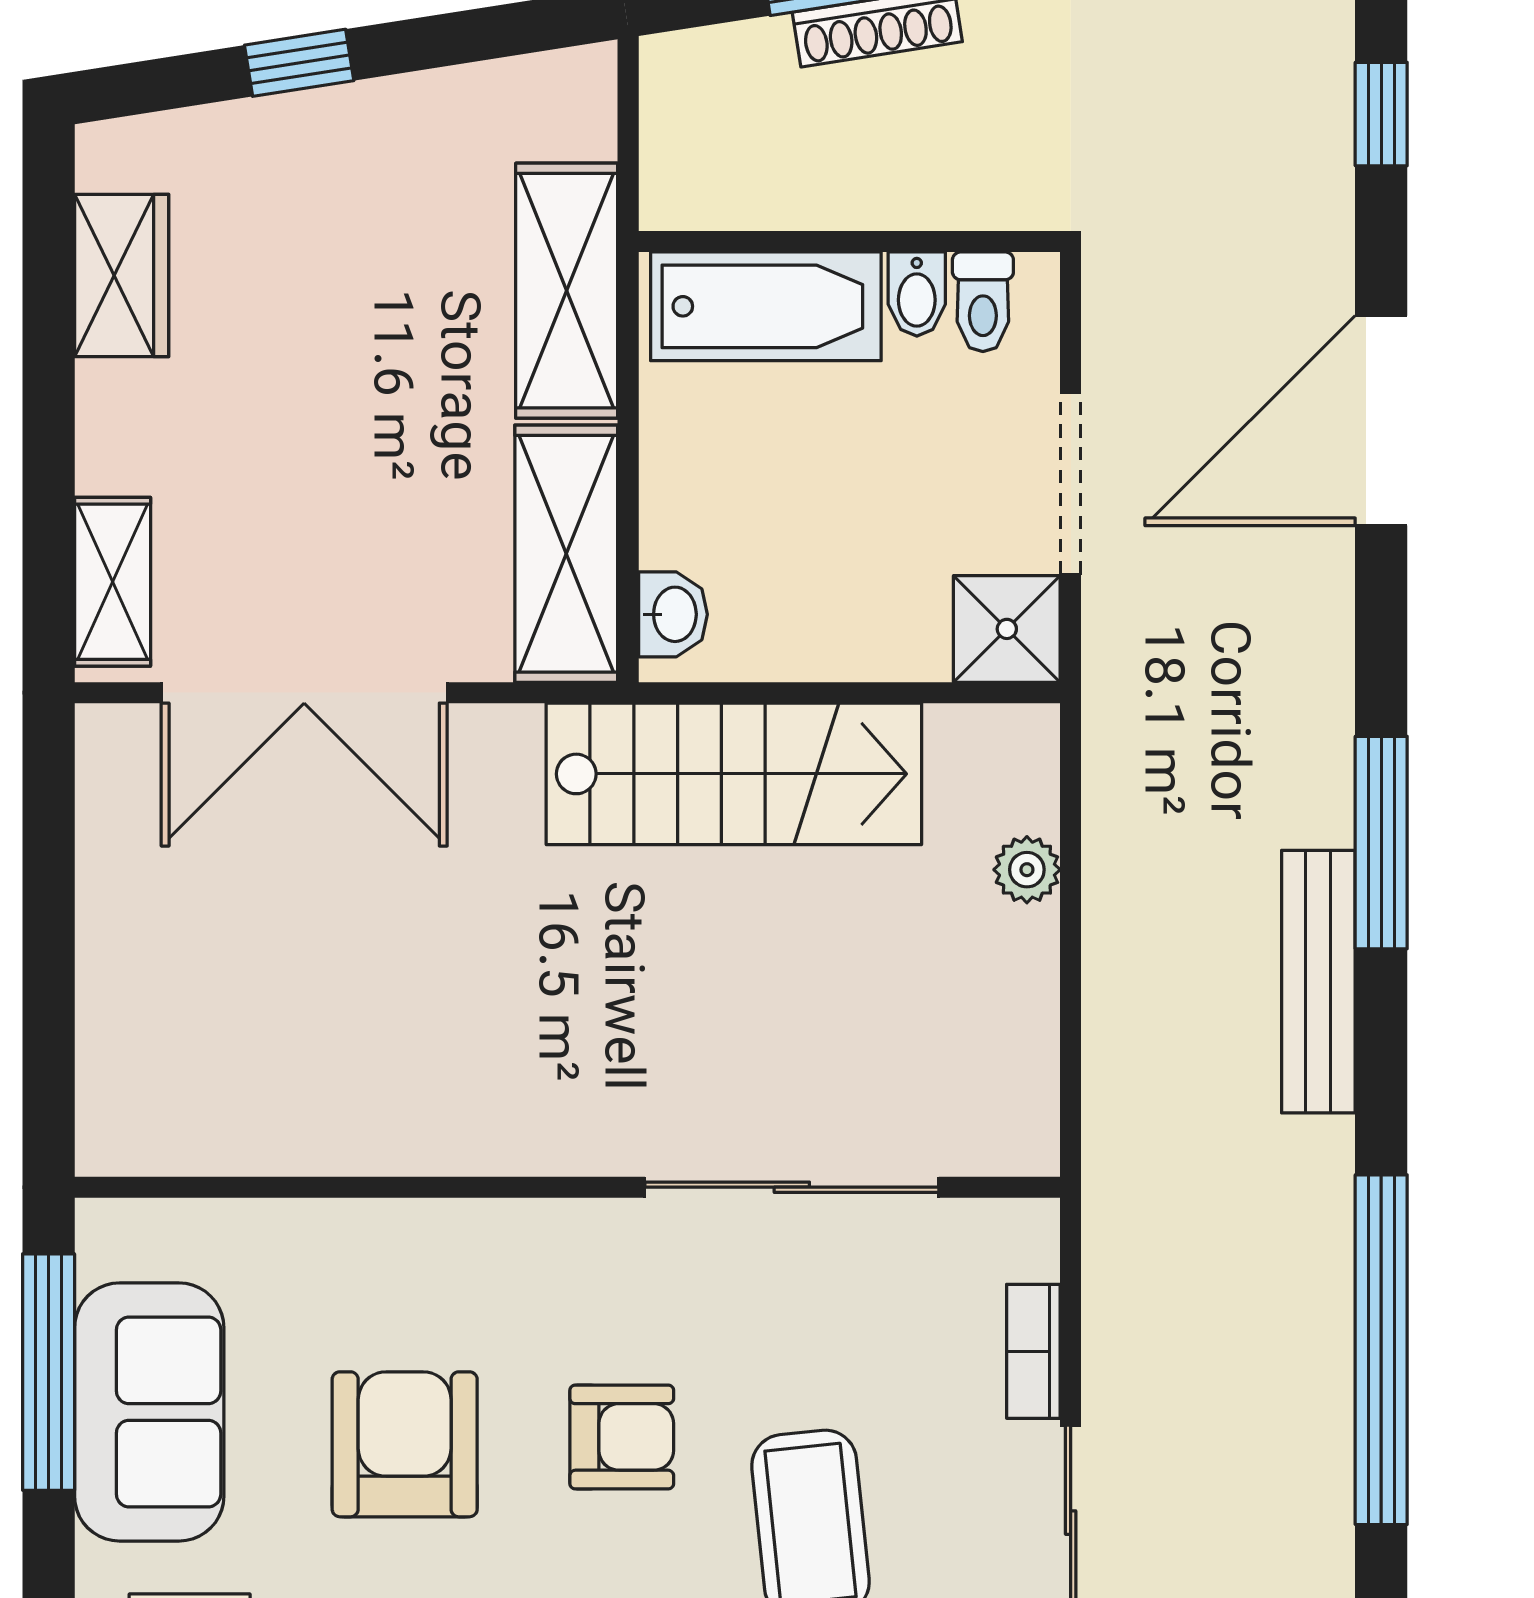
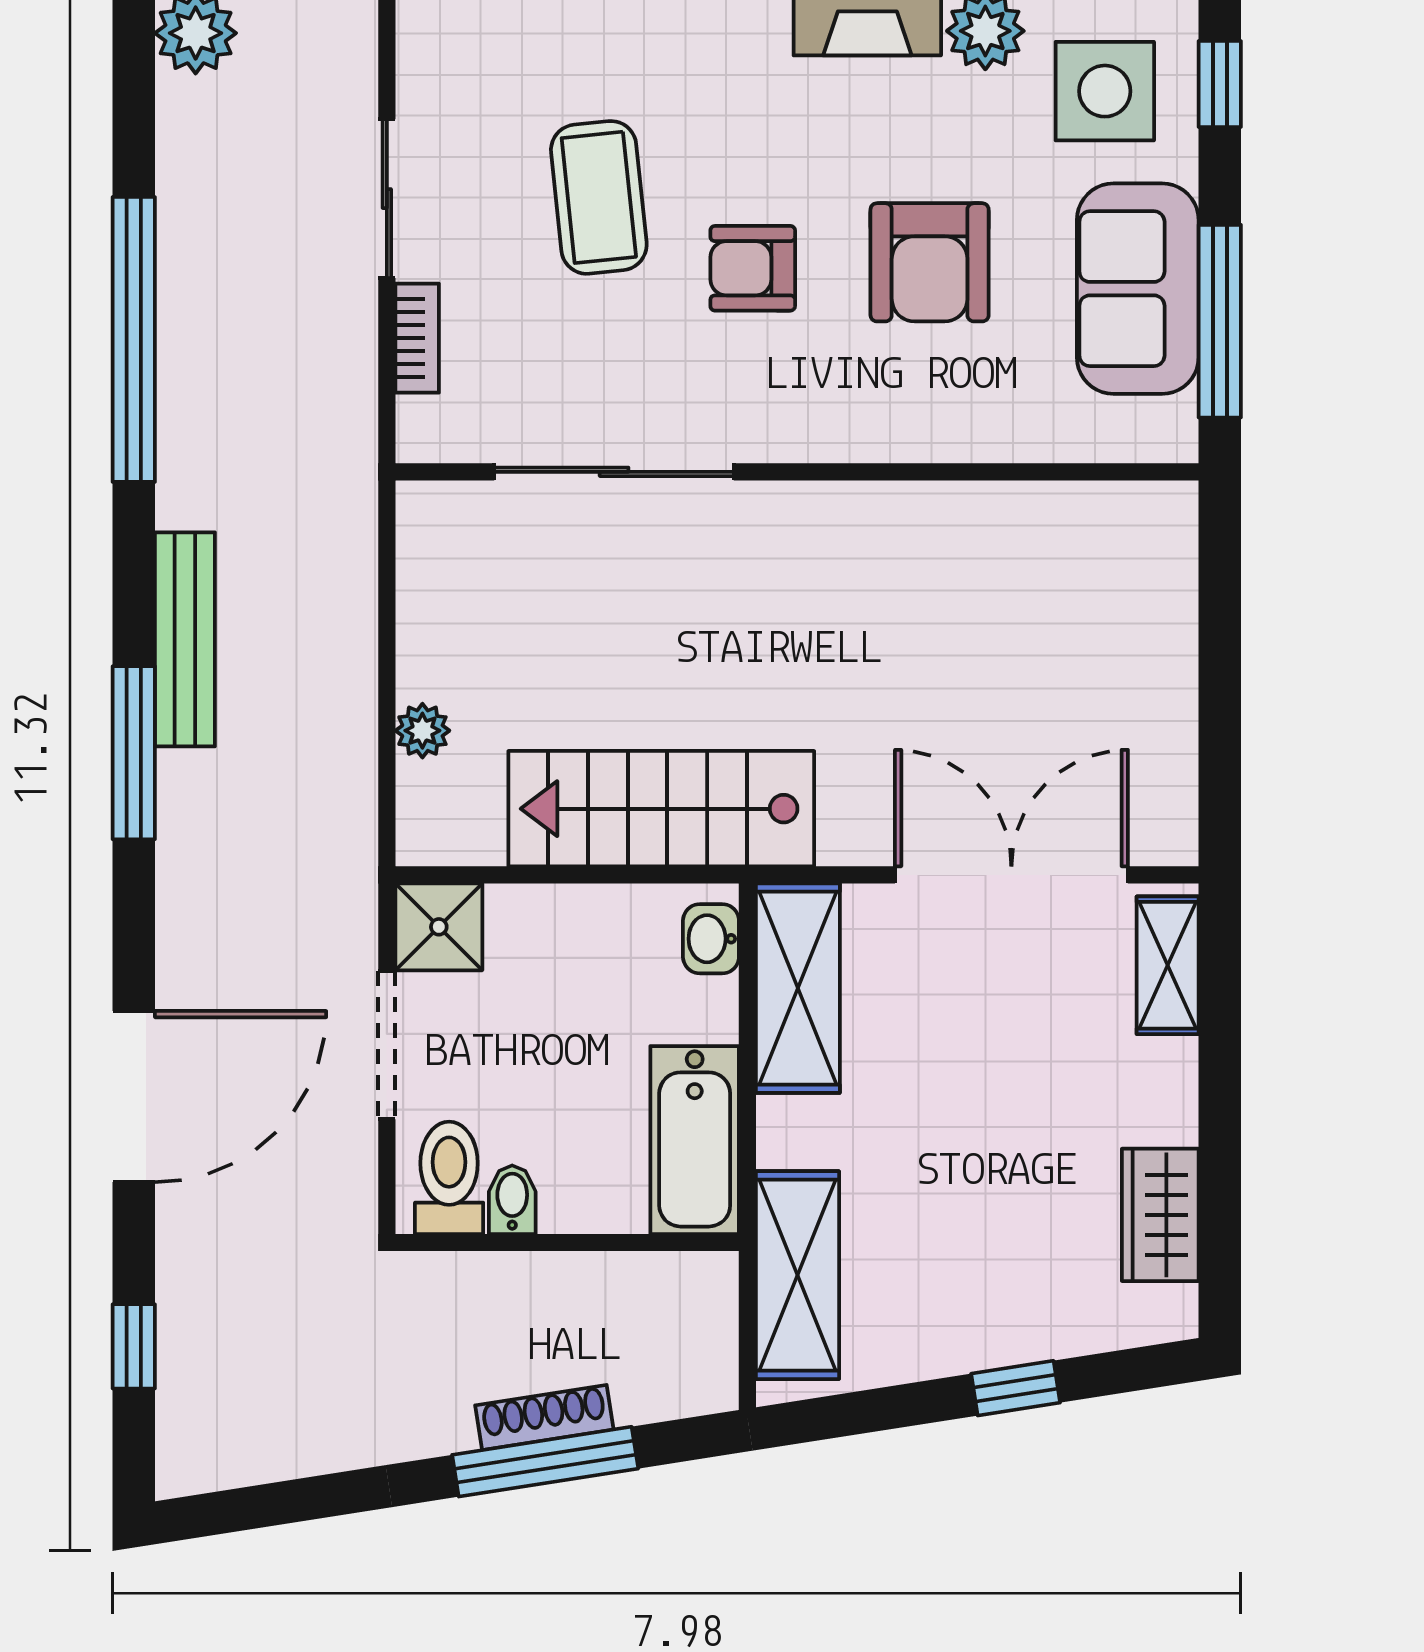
shelving: (567, 291) -> (798, 1275), moved
toilet: (983, 302) -> (449, 1178), width x1.37, depth x1.39
bathtub: (766, 306) -> (695, 1140), moved, turned -90

